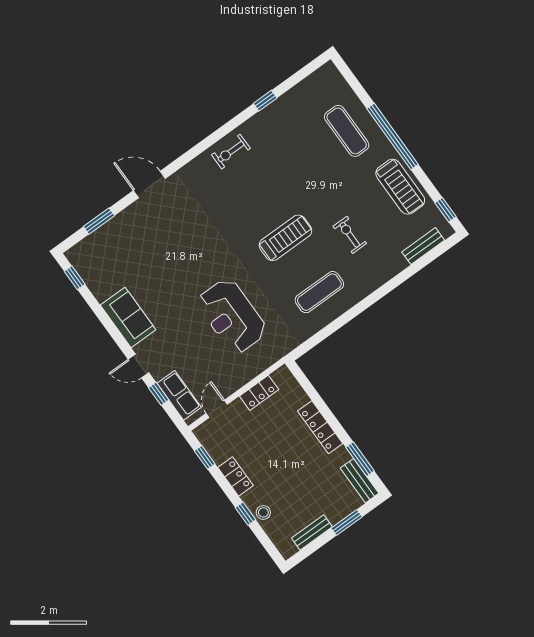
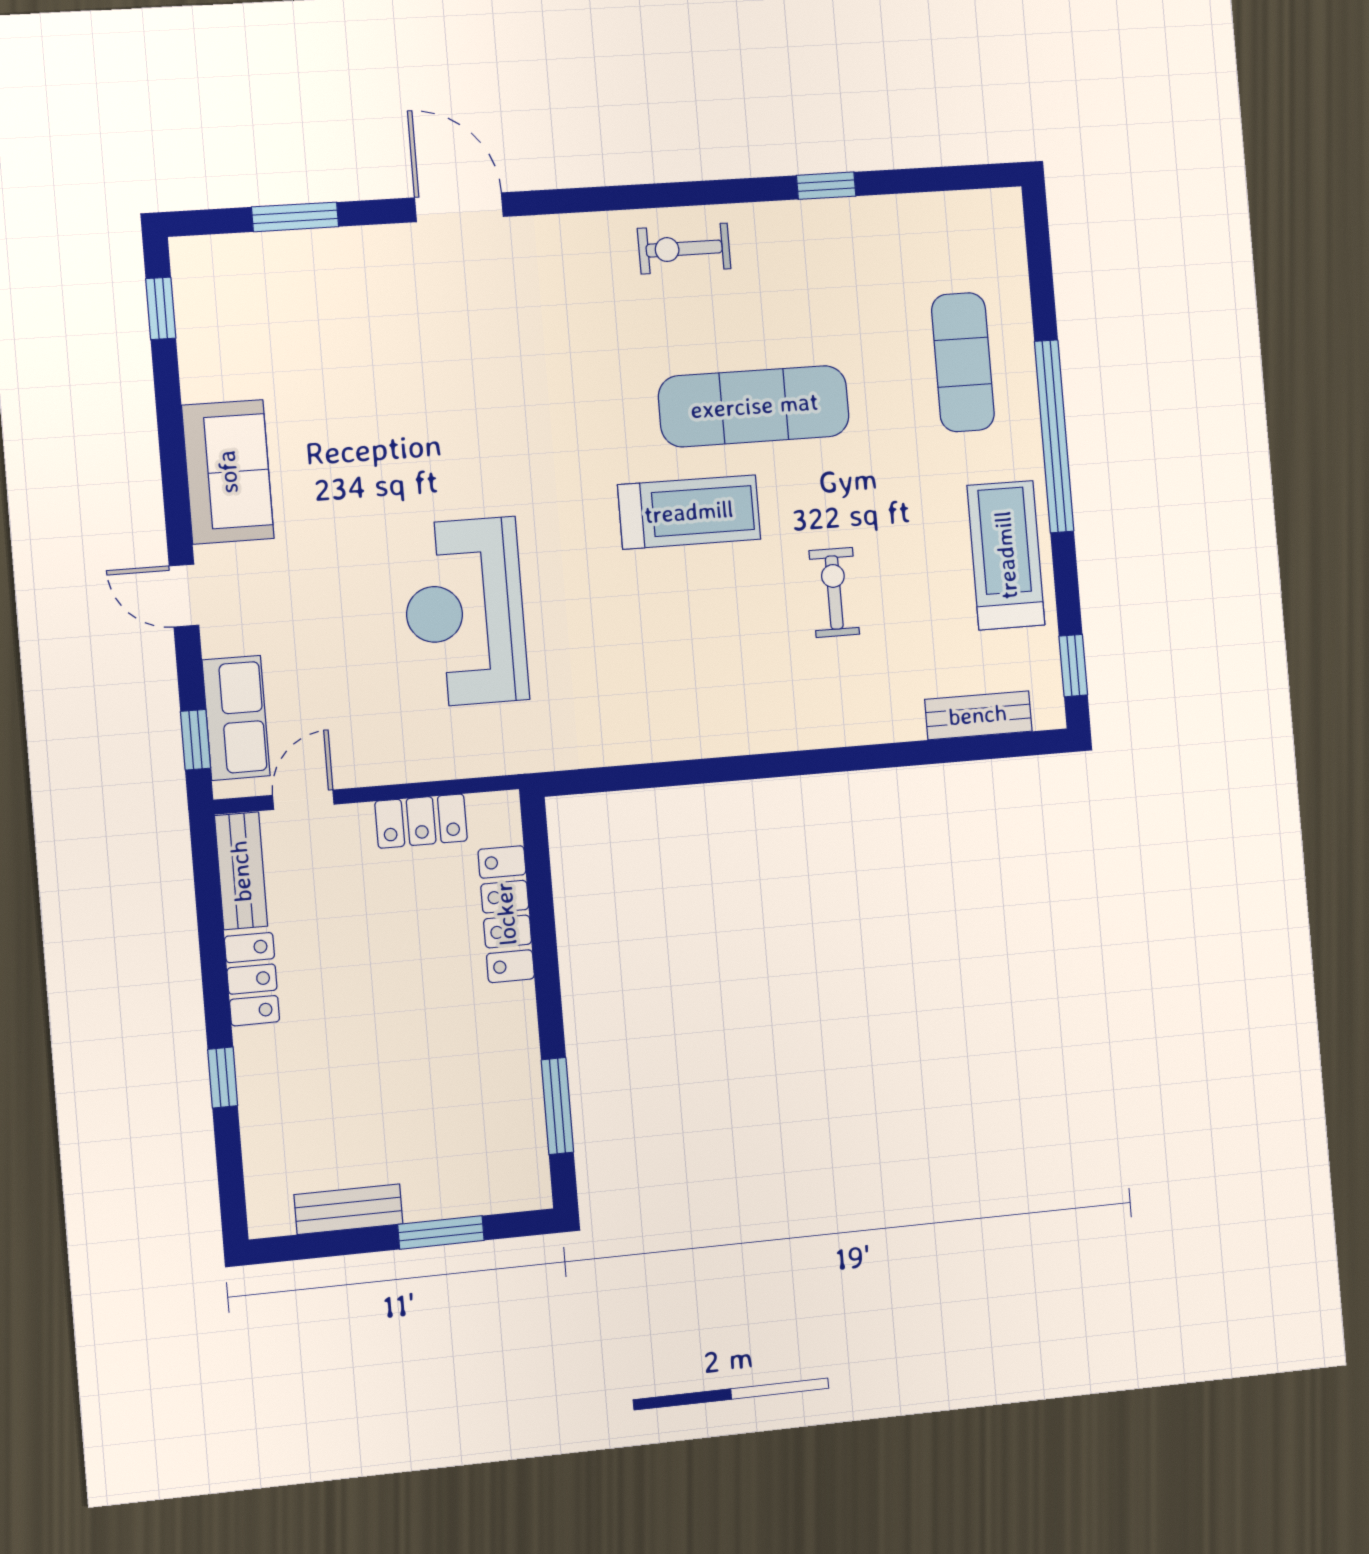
treadmill: (400, 187) -> (1006, 555), turned 180
exercise mat: (319, 292) -> (754, 406), moved, width x1.36, depth x1.45
window: (159, 394) -> (196, 740), moved
locker: (320, 427) -> (506, 914), moved
window: (205, 457) -> (208, 894), removed
bench: (360, 481) -> (241, 871), moved
stool: (263, 512) -> (265, 1099), removed

